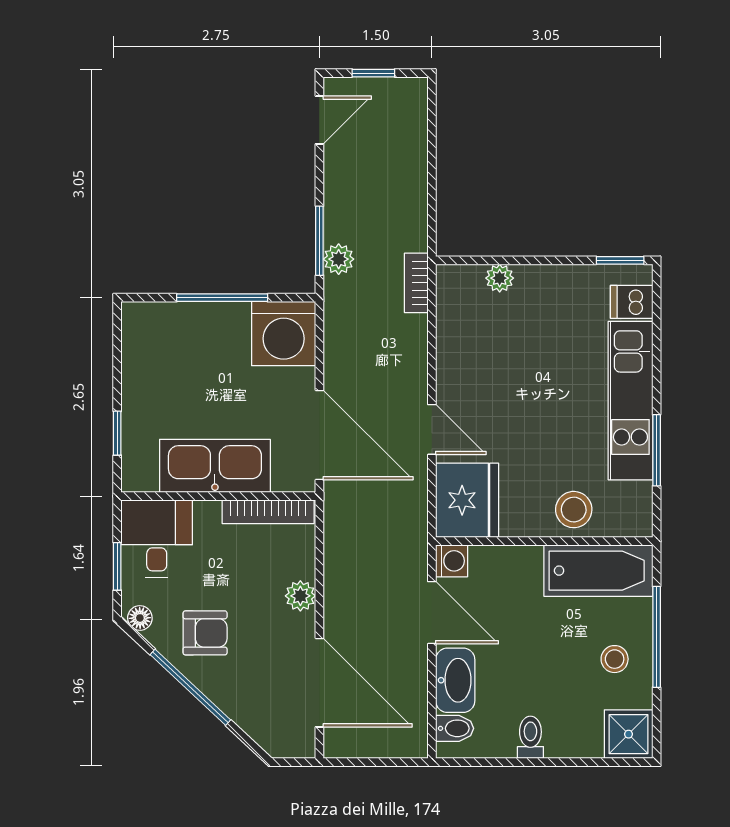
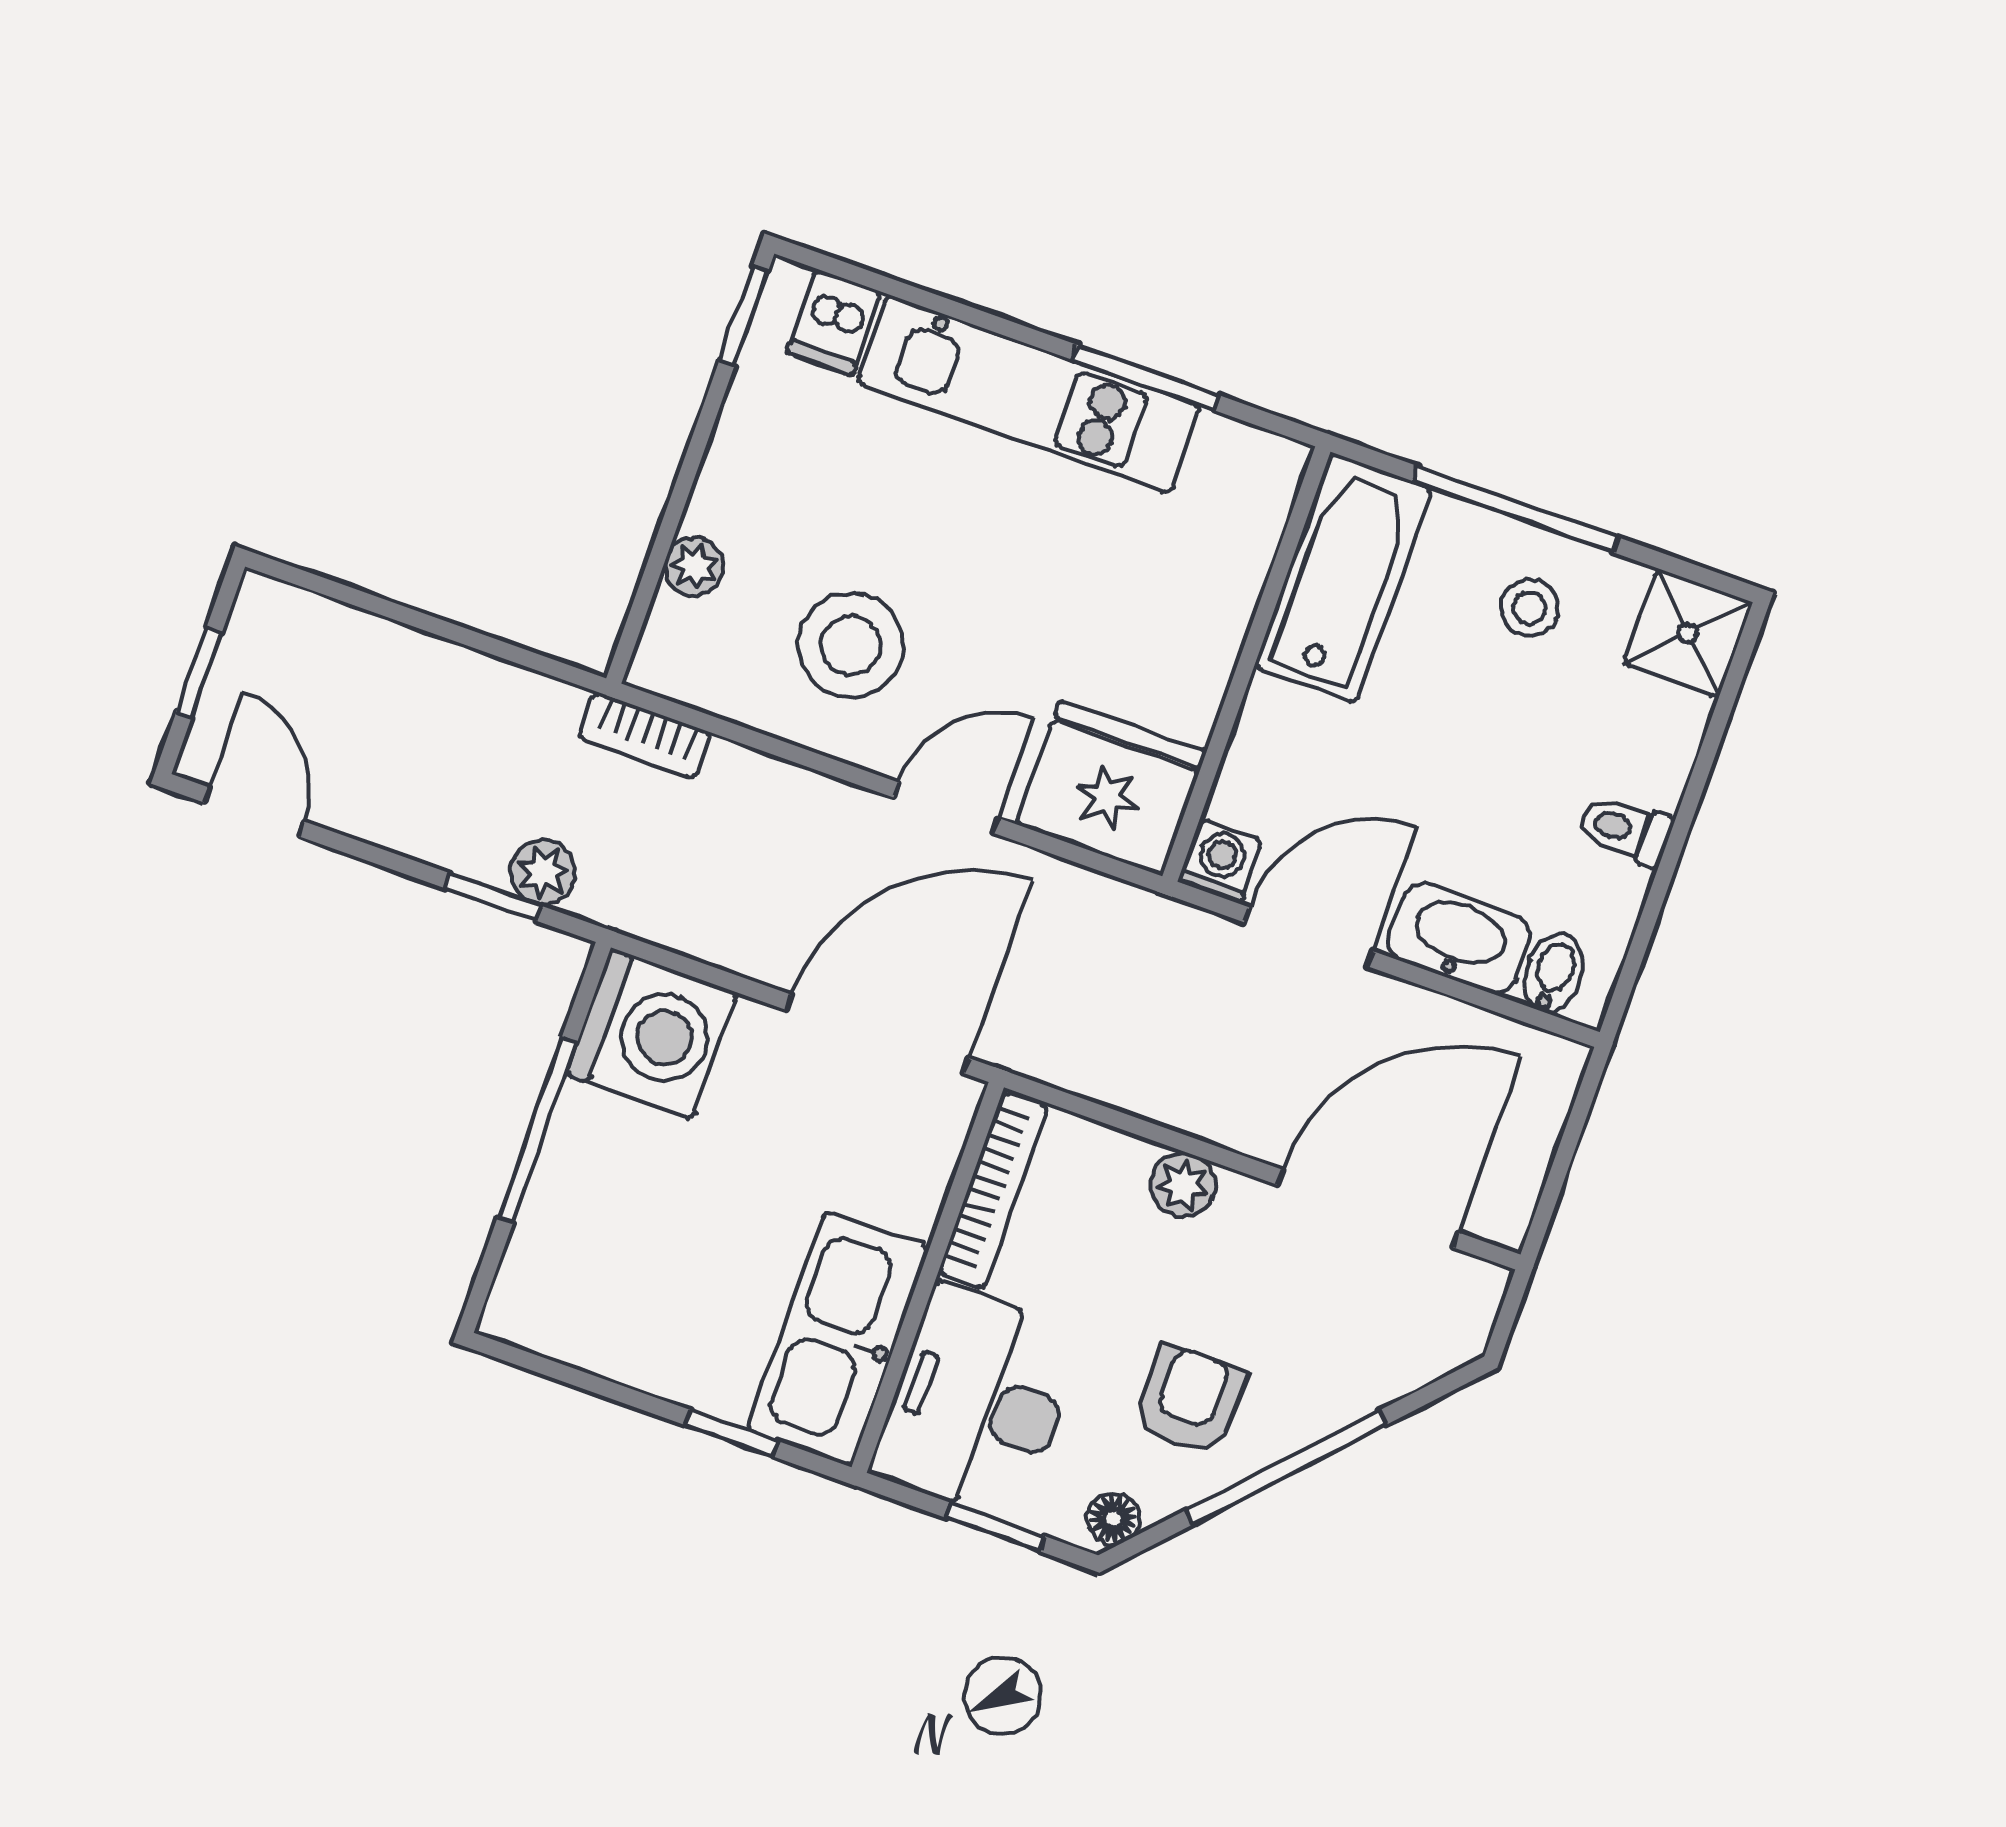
window: (319, 241) -> (493, 897), width x0.67
kitchen sink: (215, 466) -> (838, 1339), moved
stool: (574, 510) -> (851, 645), moved, width x1.38, depth x1.38
desk: (157, 539) -> (977, 1403), width x1.37

